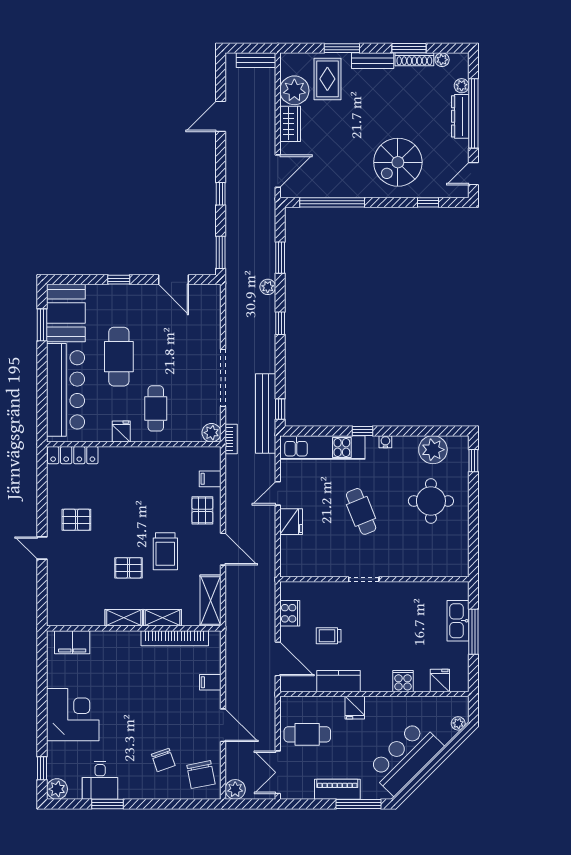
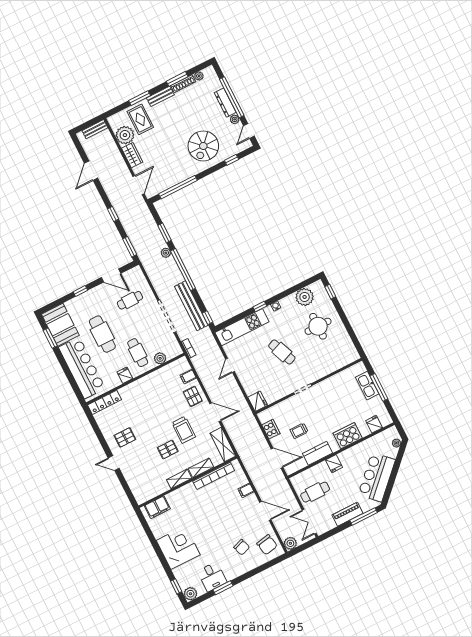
plant: (462, 86) -> (235, 119), moved
window: (280, 323) -> (183, 270), width x3.17
cafe table: (182, 329) -> (130, 300), added
bench: (266, 414) -> (191, 306), moved
plant: (211, 433) -> (160, 358), moved
fridge: (291, 522) -> (258, 401), moved
cooker: (403, 681) -> (348, 436), width x1.87, depth x1.31

